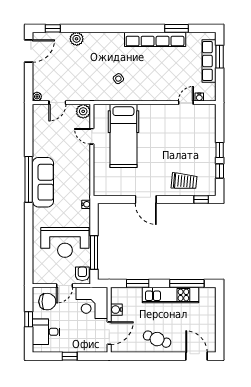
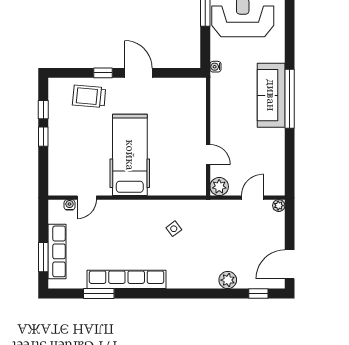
hospital bed: (123, 136) -> (130, 155), moved
window: (201, 199) -> (103, 73), moved

